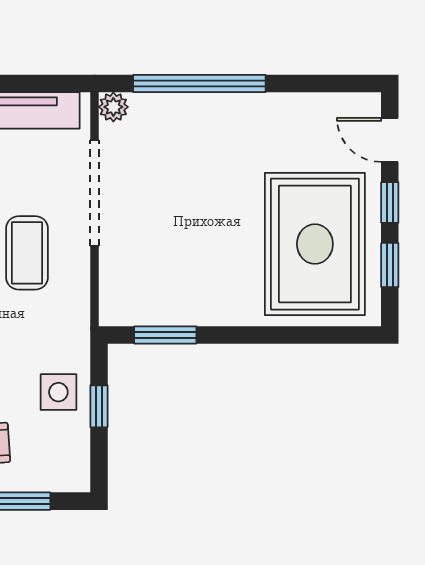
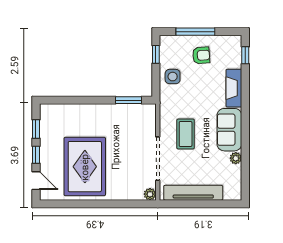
window: (199, 84) -> (114, 204), removed
rug: (315, 244) -> (85, 167), moved
window: (99, 406) -> (156, 54), moved

